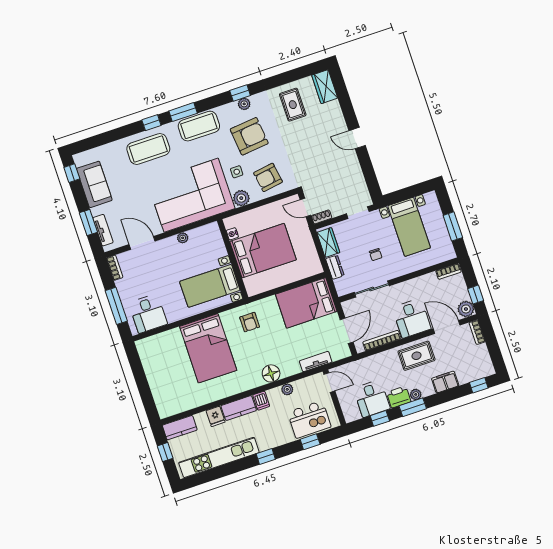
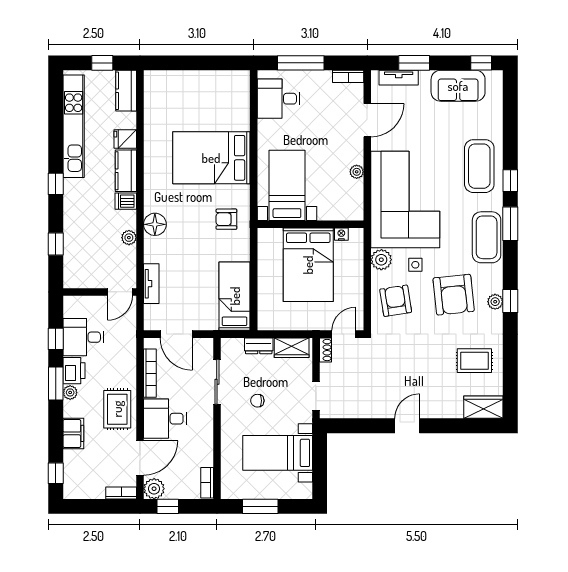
bed: (306, 303) -> (235, 296), width x0.67
kitchen island: (309, 419) -> (83, 252), removed

